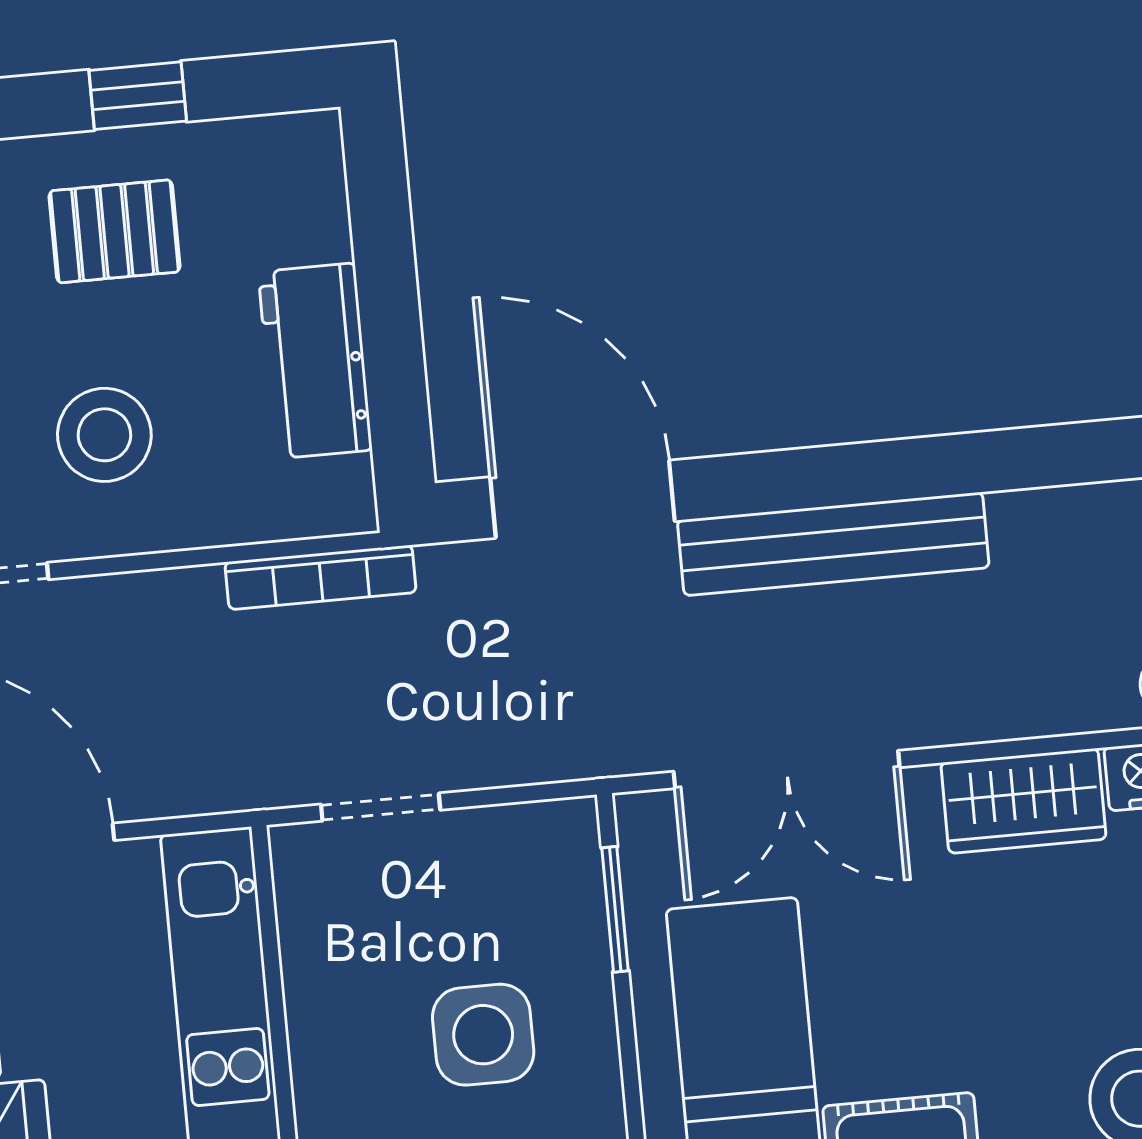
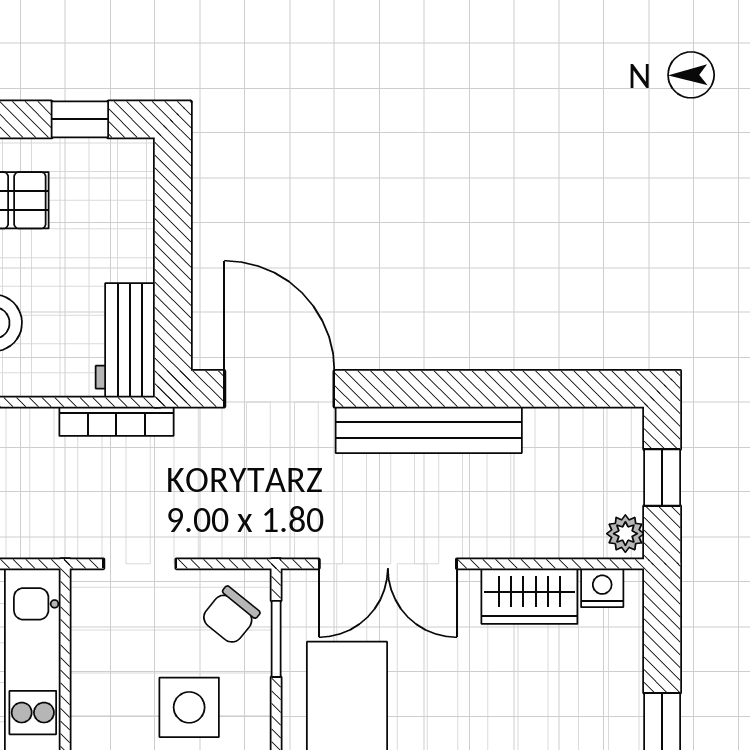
window: (138, 96) -> (80, 119), moved
workbench: (315, 361) -> (125, 340), moved
chair: (537, 878) -> (230, 616), added

